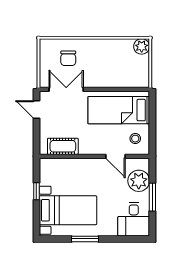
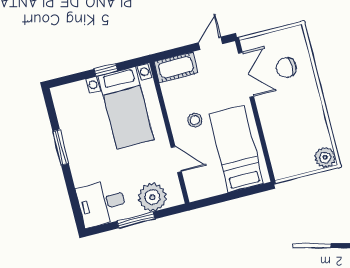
stool: (135, 139) -> (195, 120), moved
cot: (63, 146) -> (176, 67), moved, turned 90
door: (115, 156) -> (176, 160), swing flipped
bed with nightstands: (68, 210) -> (126, 108), moved

